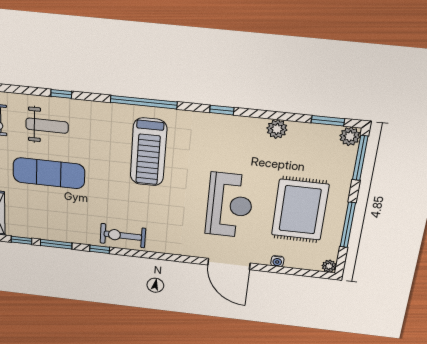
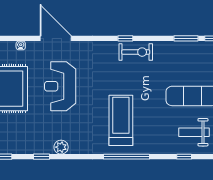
window: (222, 110) -> (42, 157), moved
plant: (277, 129) -> (61, 147), moved
window: (100, 249) -> (125, 38), moved

